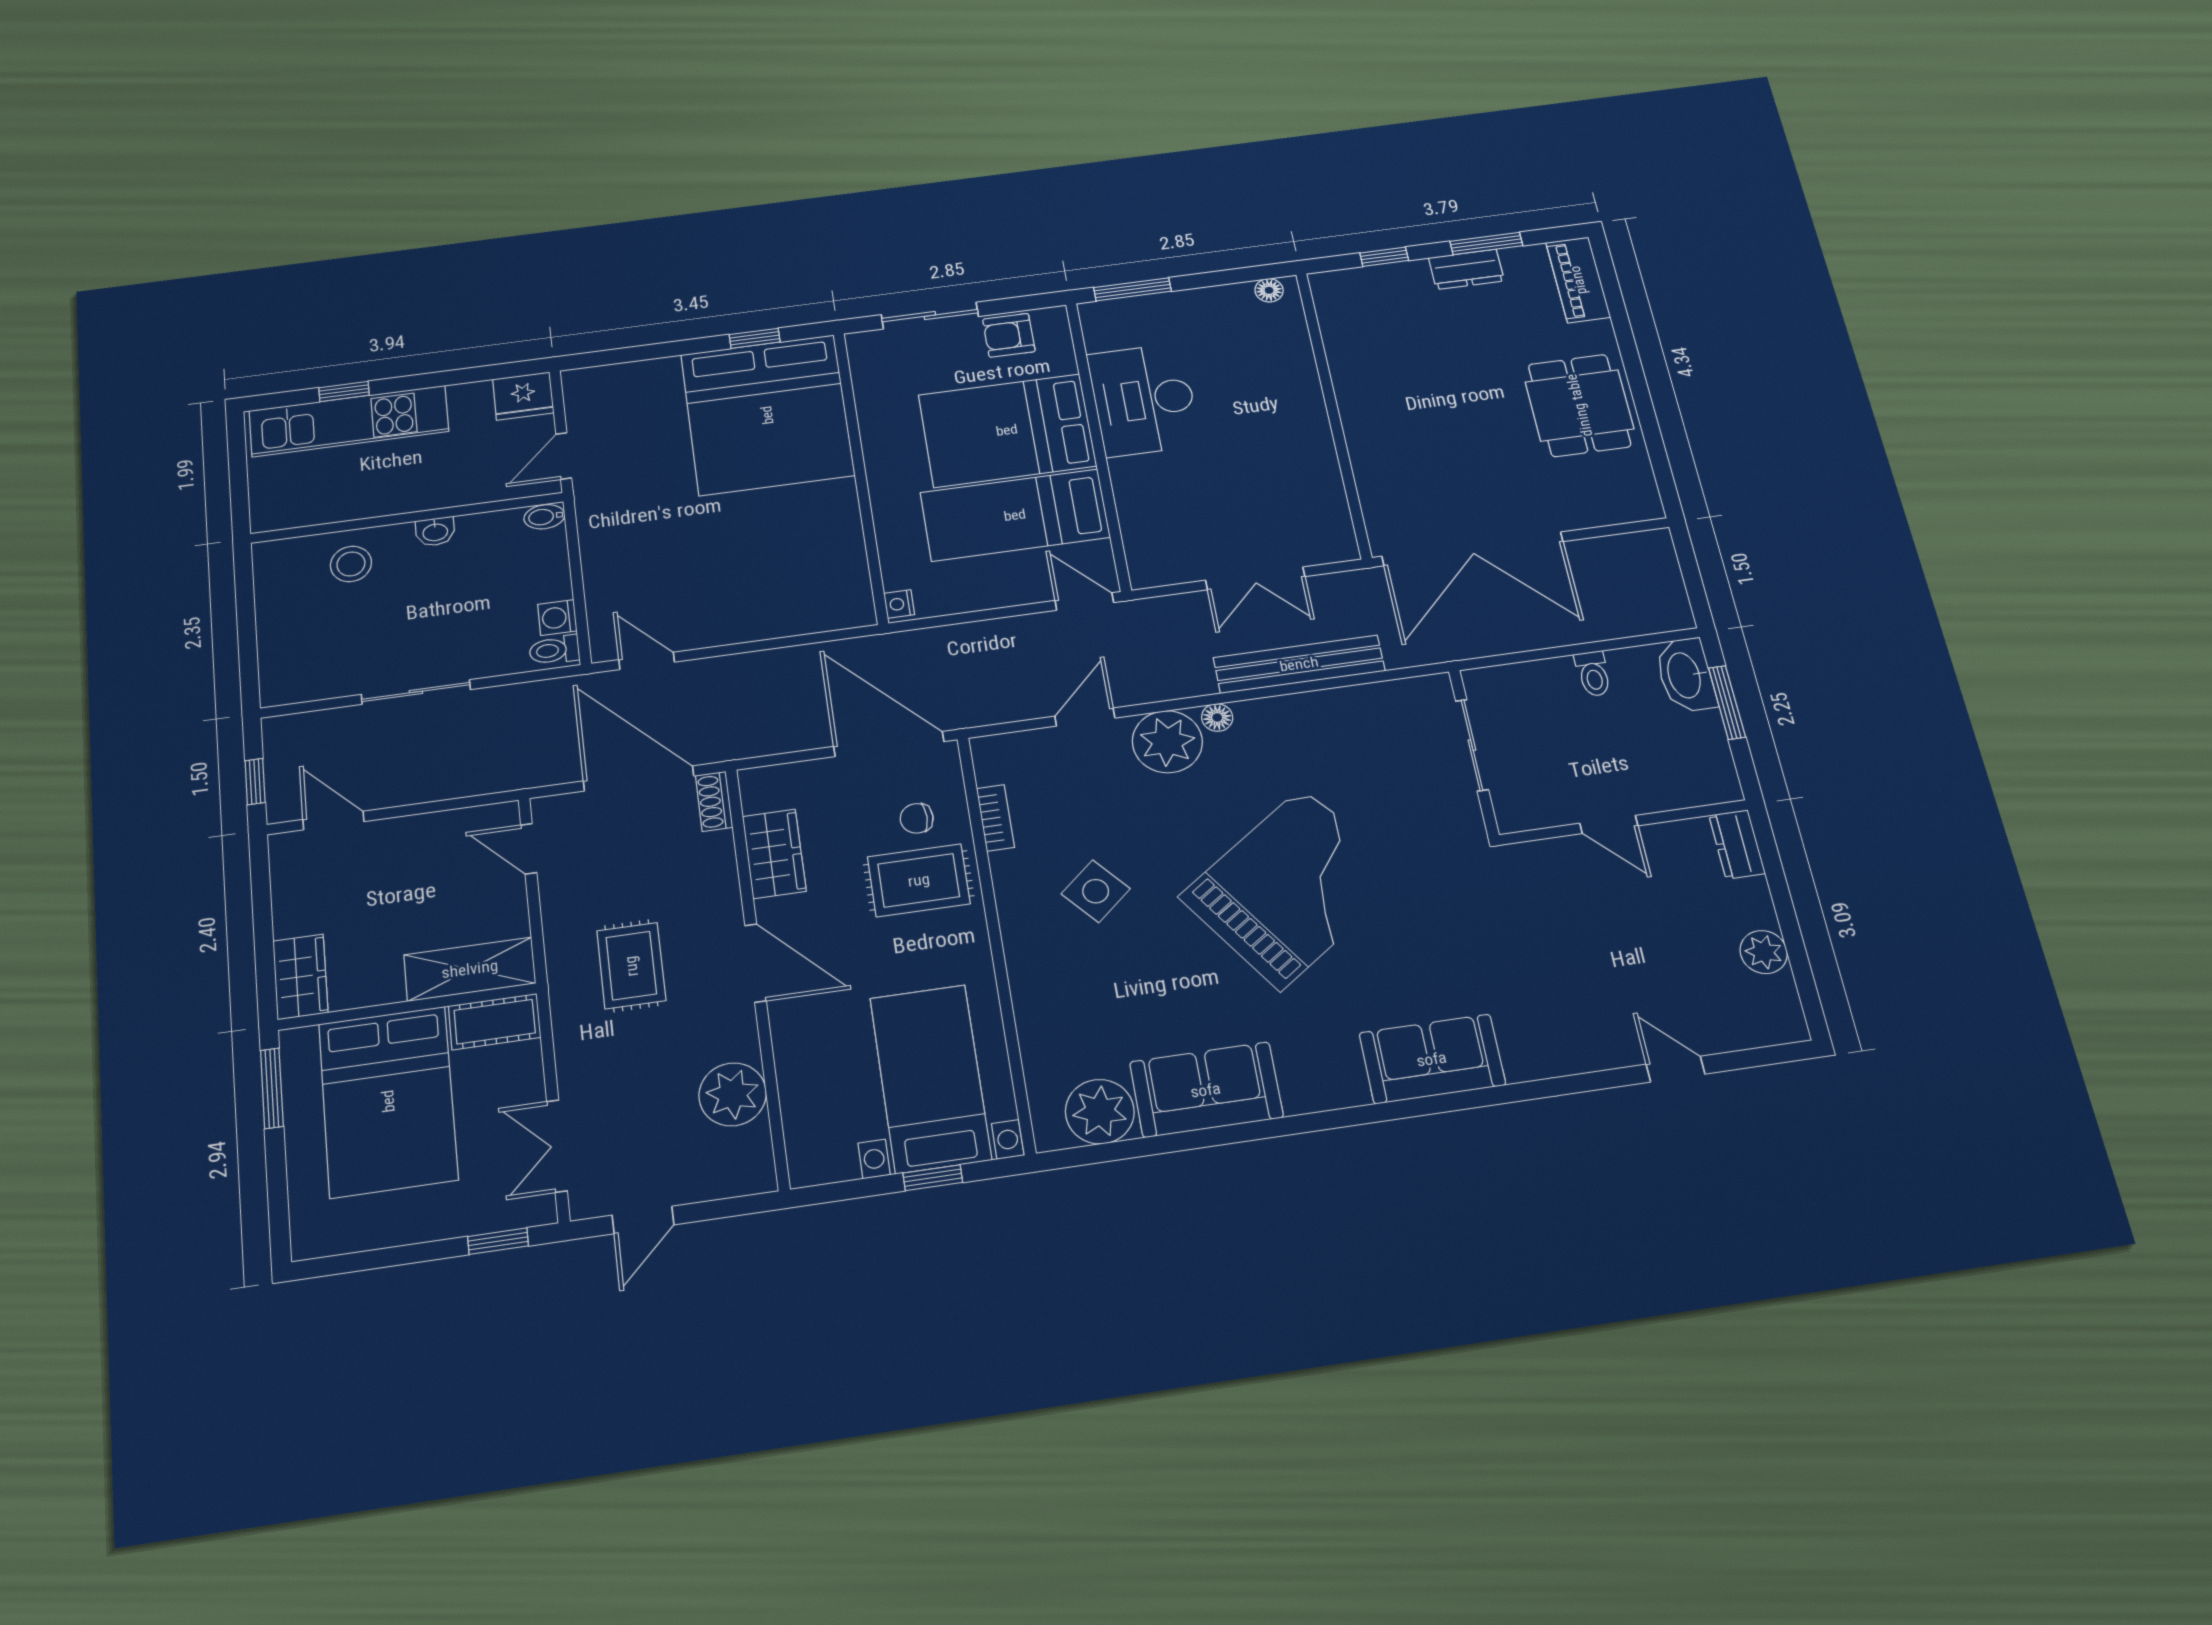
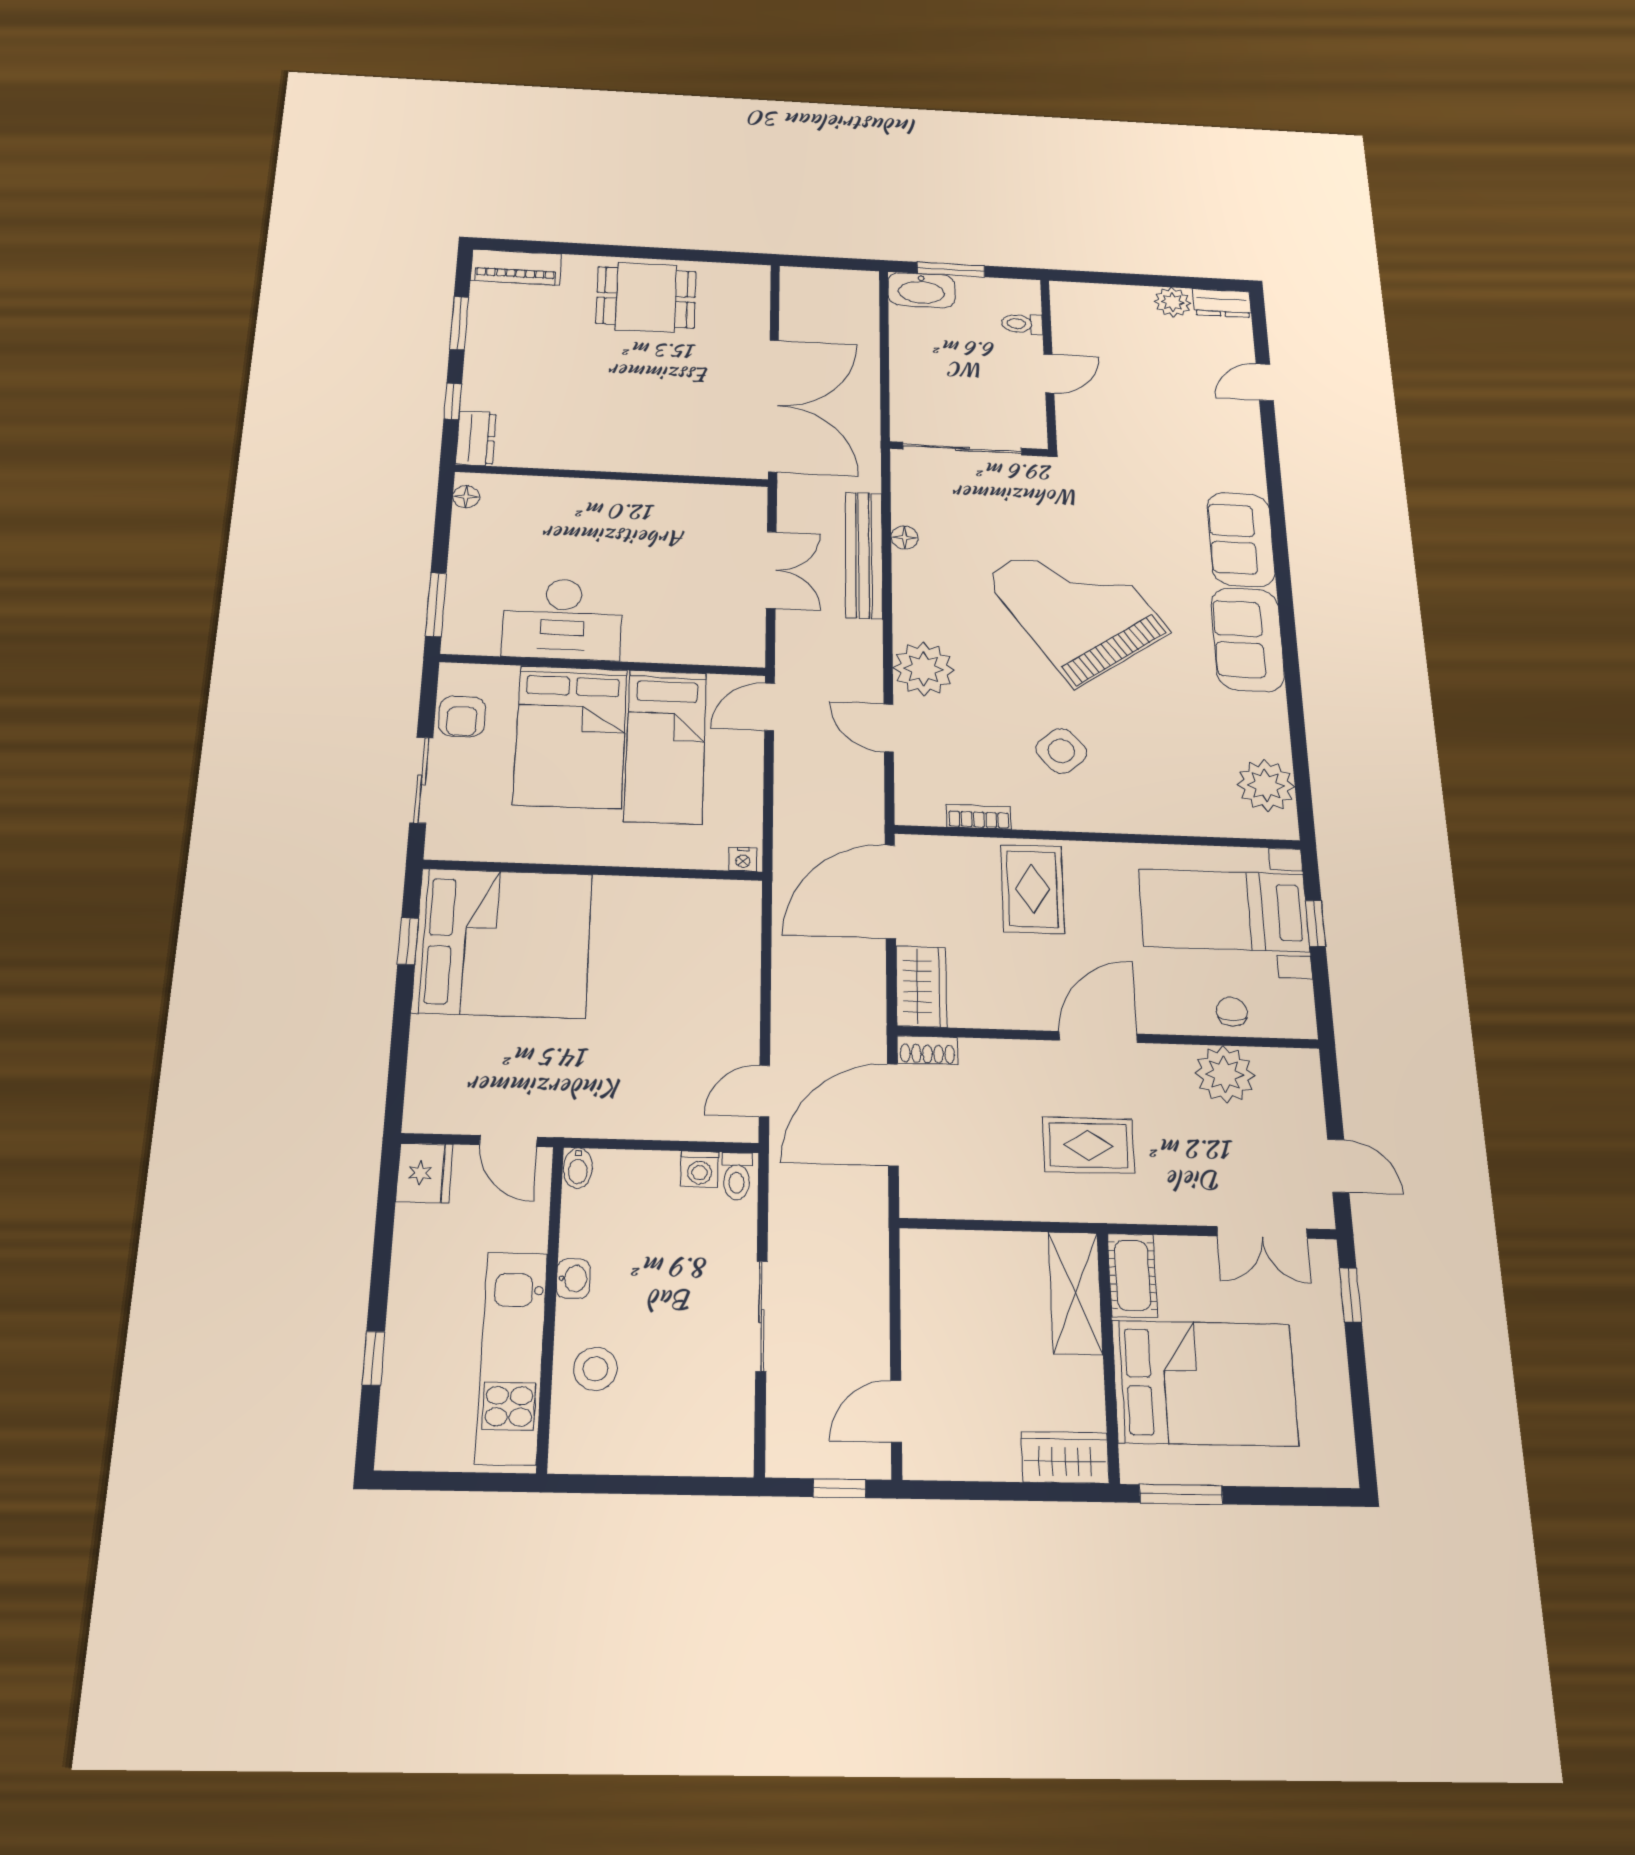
dresser: (1466, 269) -> (476, 438), moved
kitchen unit: (349, 421) -> (512, 1357), moved, turned 180
toilet: (1593, 674) -> (1022, 324), moved, turned 180
floor lamp: (1217, 717) -> (905, 538), moved
sliding door: (1472, 745) -> (962, 449), width x1.37
chair: (917, 818) -> (1232, 1011), moved, turned 180
dresser: (1737, 844) -> (1222, 303), moved
door: (529, 849) -> (954, 1225), removed
wardrobe: (774, 854) -> (921, 986), moved, turned 90
sofa: (1206, 1090) -> (1248, 639), moved

